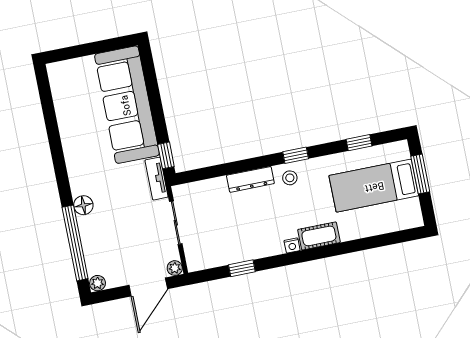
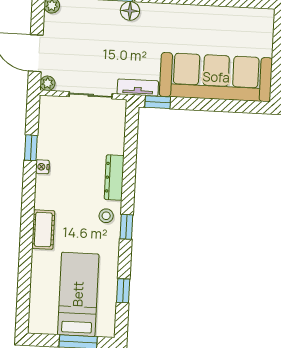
nightstand: (292, 245) -> (42, 167), moved

